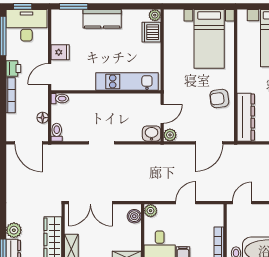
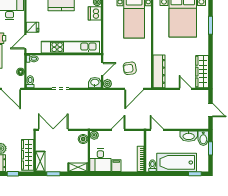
kitchen unit: (127, 81) -> (70, 47), width x1.36
armchair: (219, 99) -> (130, 68), moved
double door: (90, 203) -> (53, 130), swing flipped
door: (242, 203) -> (157, 130), hinge flipped

